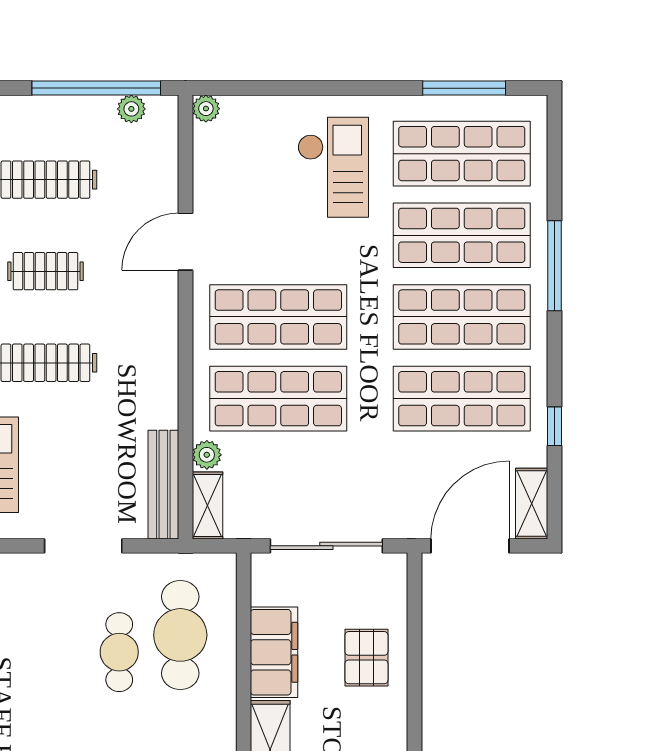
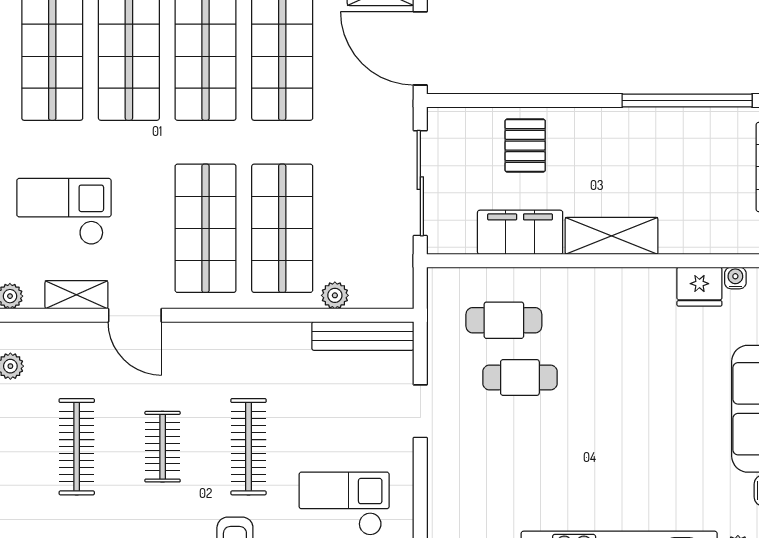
checkout: (333, 167) -> (64, 212), moved
shelving: (207, 506) -> (76, 295), moved
doorway: (83, 546) -> (420, 411), width x0.73
cafe table: (180, 635) -> (504, 320), width x0.73, depth x0.74
pallet: (366, 658) -> (525, 146), turned 90

